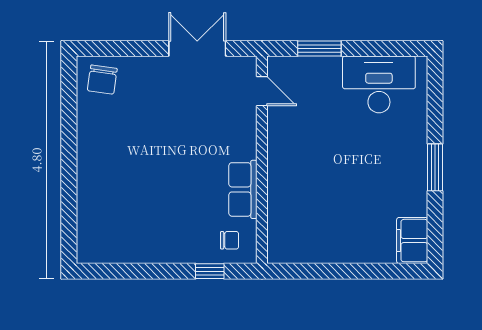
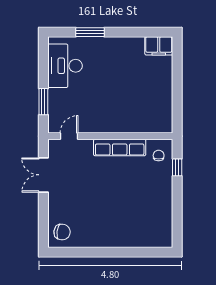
window: (435, 167) -> (90, 32), moved
row of seats: (243, 189) -> (120, 147), width x1.48

